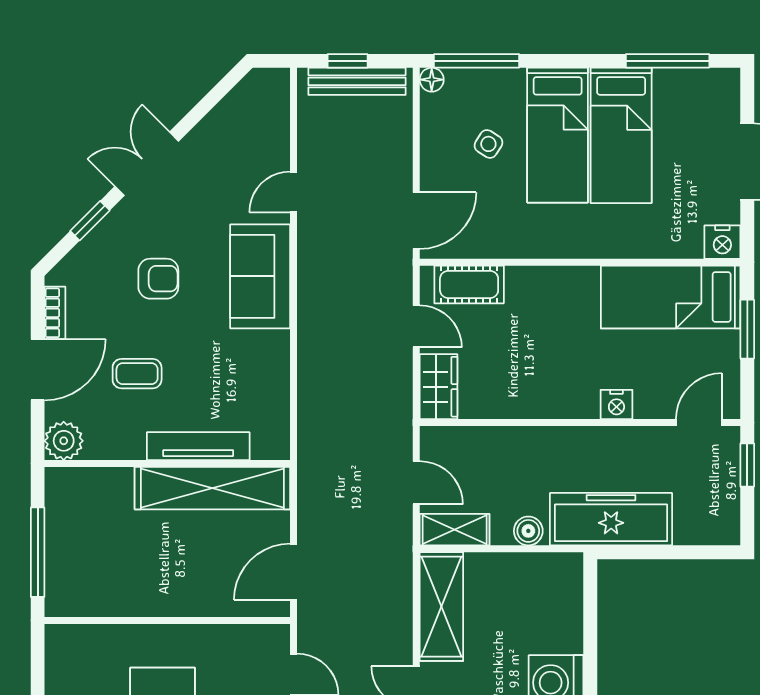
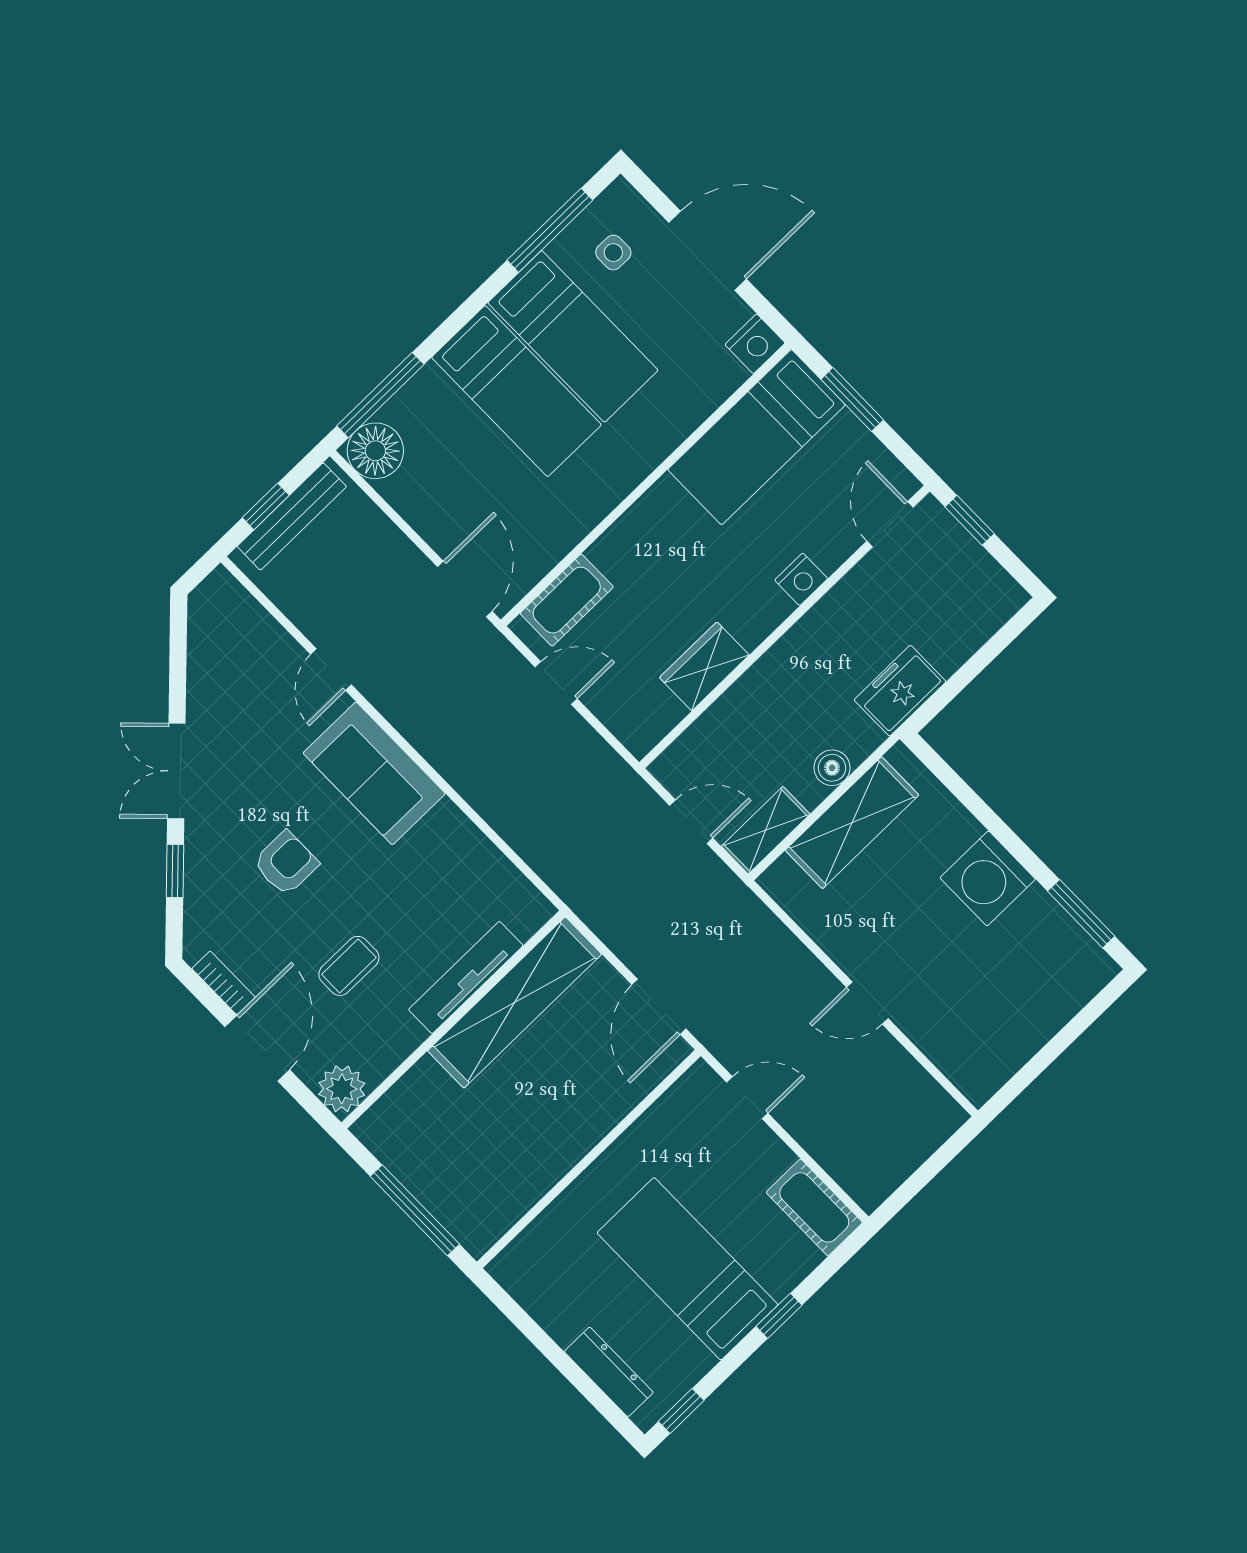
floor lamp: (432, 80) -> (375, 451), width x1.89, depth x1.89
side table: (488, 144) -> (613, 253), moved, turned -32
wardrobe: (439, 387) -> (704, 666), moved, turned -90
freezer: (611, 519) -> (900, 691), width x0.52, depth x0.79
shelving: (441, 607) -> (852, 823), moved, turned 90

